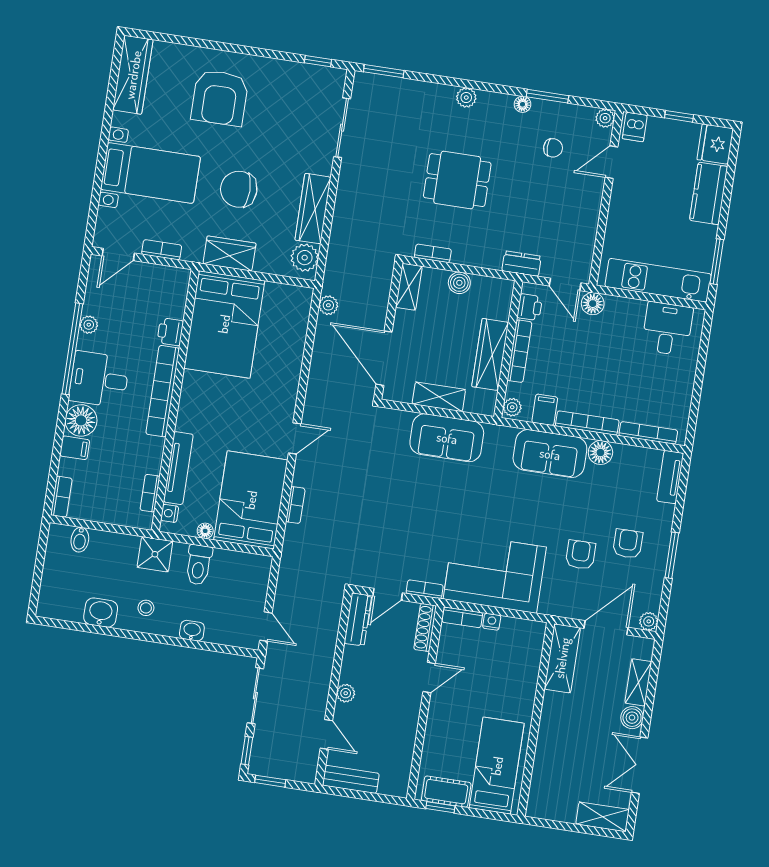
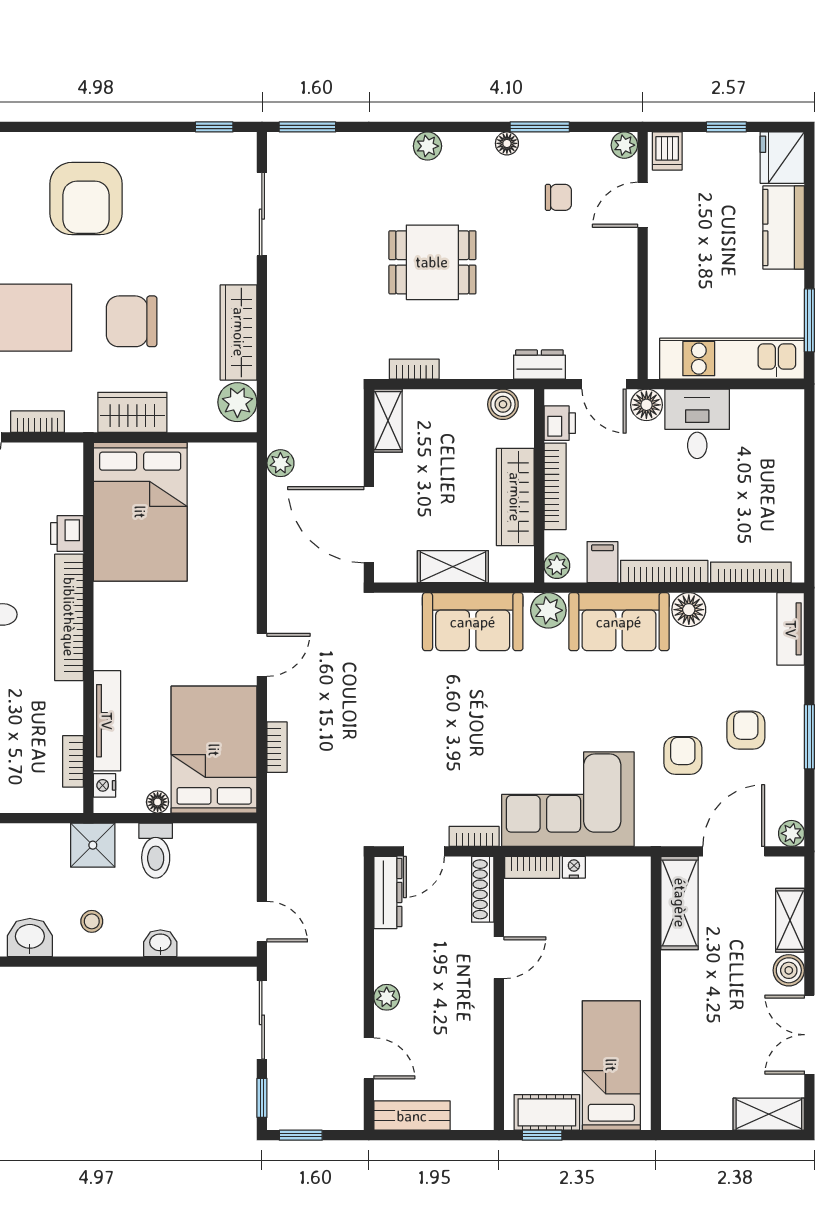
boiler: (459, 283) -> (503, 404), moved
desk: (667, 329) -> (697, 424), moved
plant: (501, 438) -> (548, 610), added

